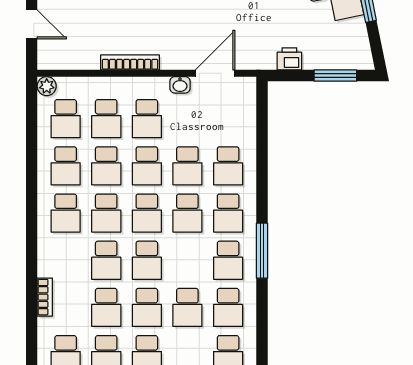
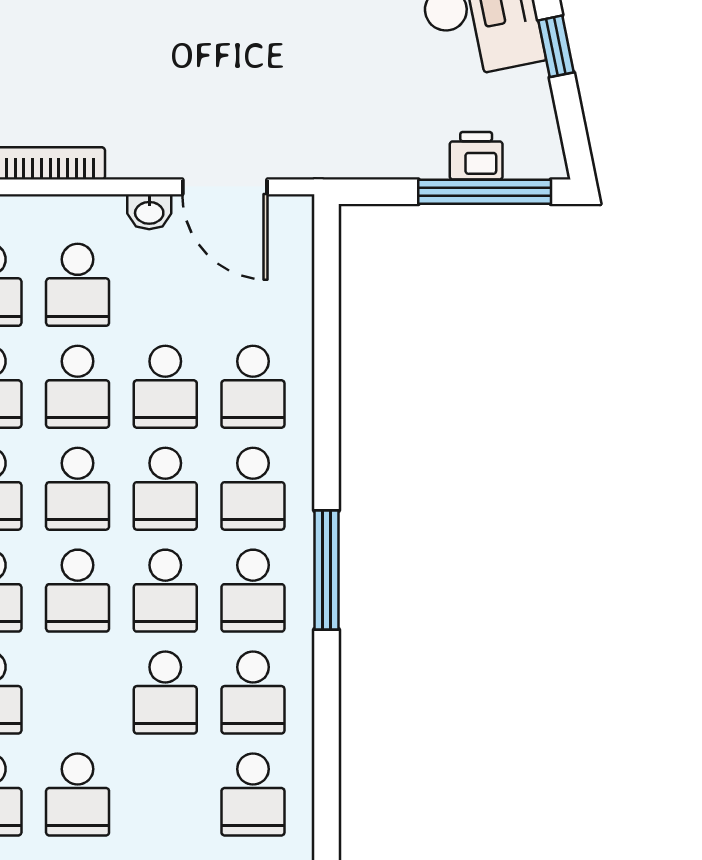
printer: (289, 59) -> (476, 156), moved
door: (215, 73) -> (225, 187), swing flipped
window: (335, 76) -> (485, 192), width x1.44
school desk: (147, 307) -> (165, 591), moved

